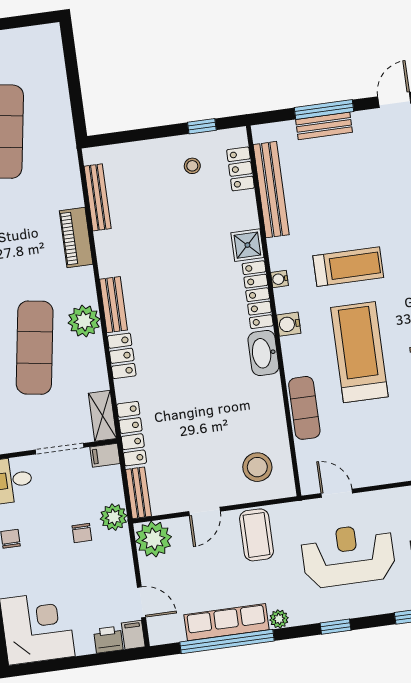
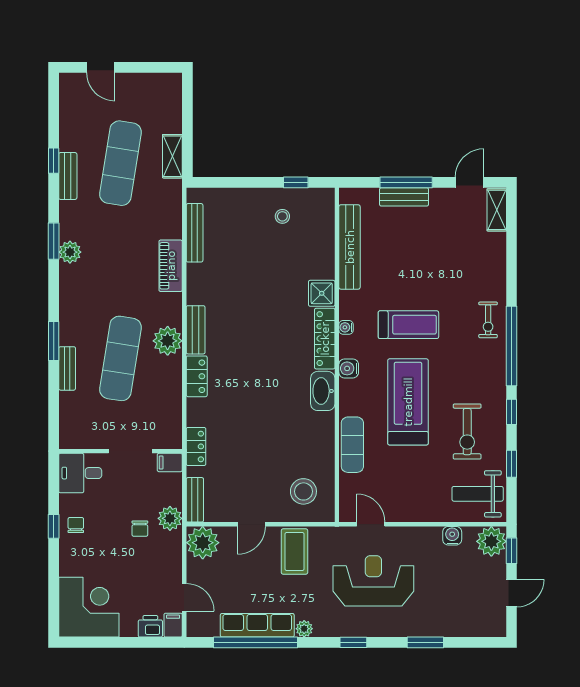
locker: (240, 169) -> (325, 225), removed
shelving: (102, 416) -> (172, 156), moved
locker: (132, 434) -> (196, 446), width x0.66

